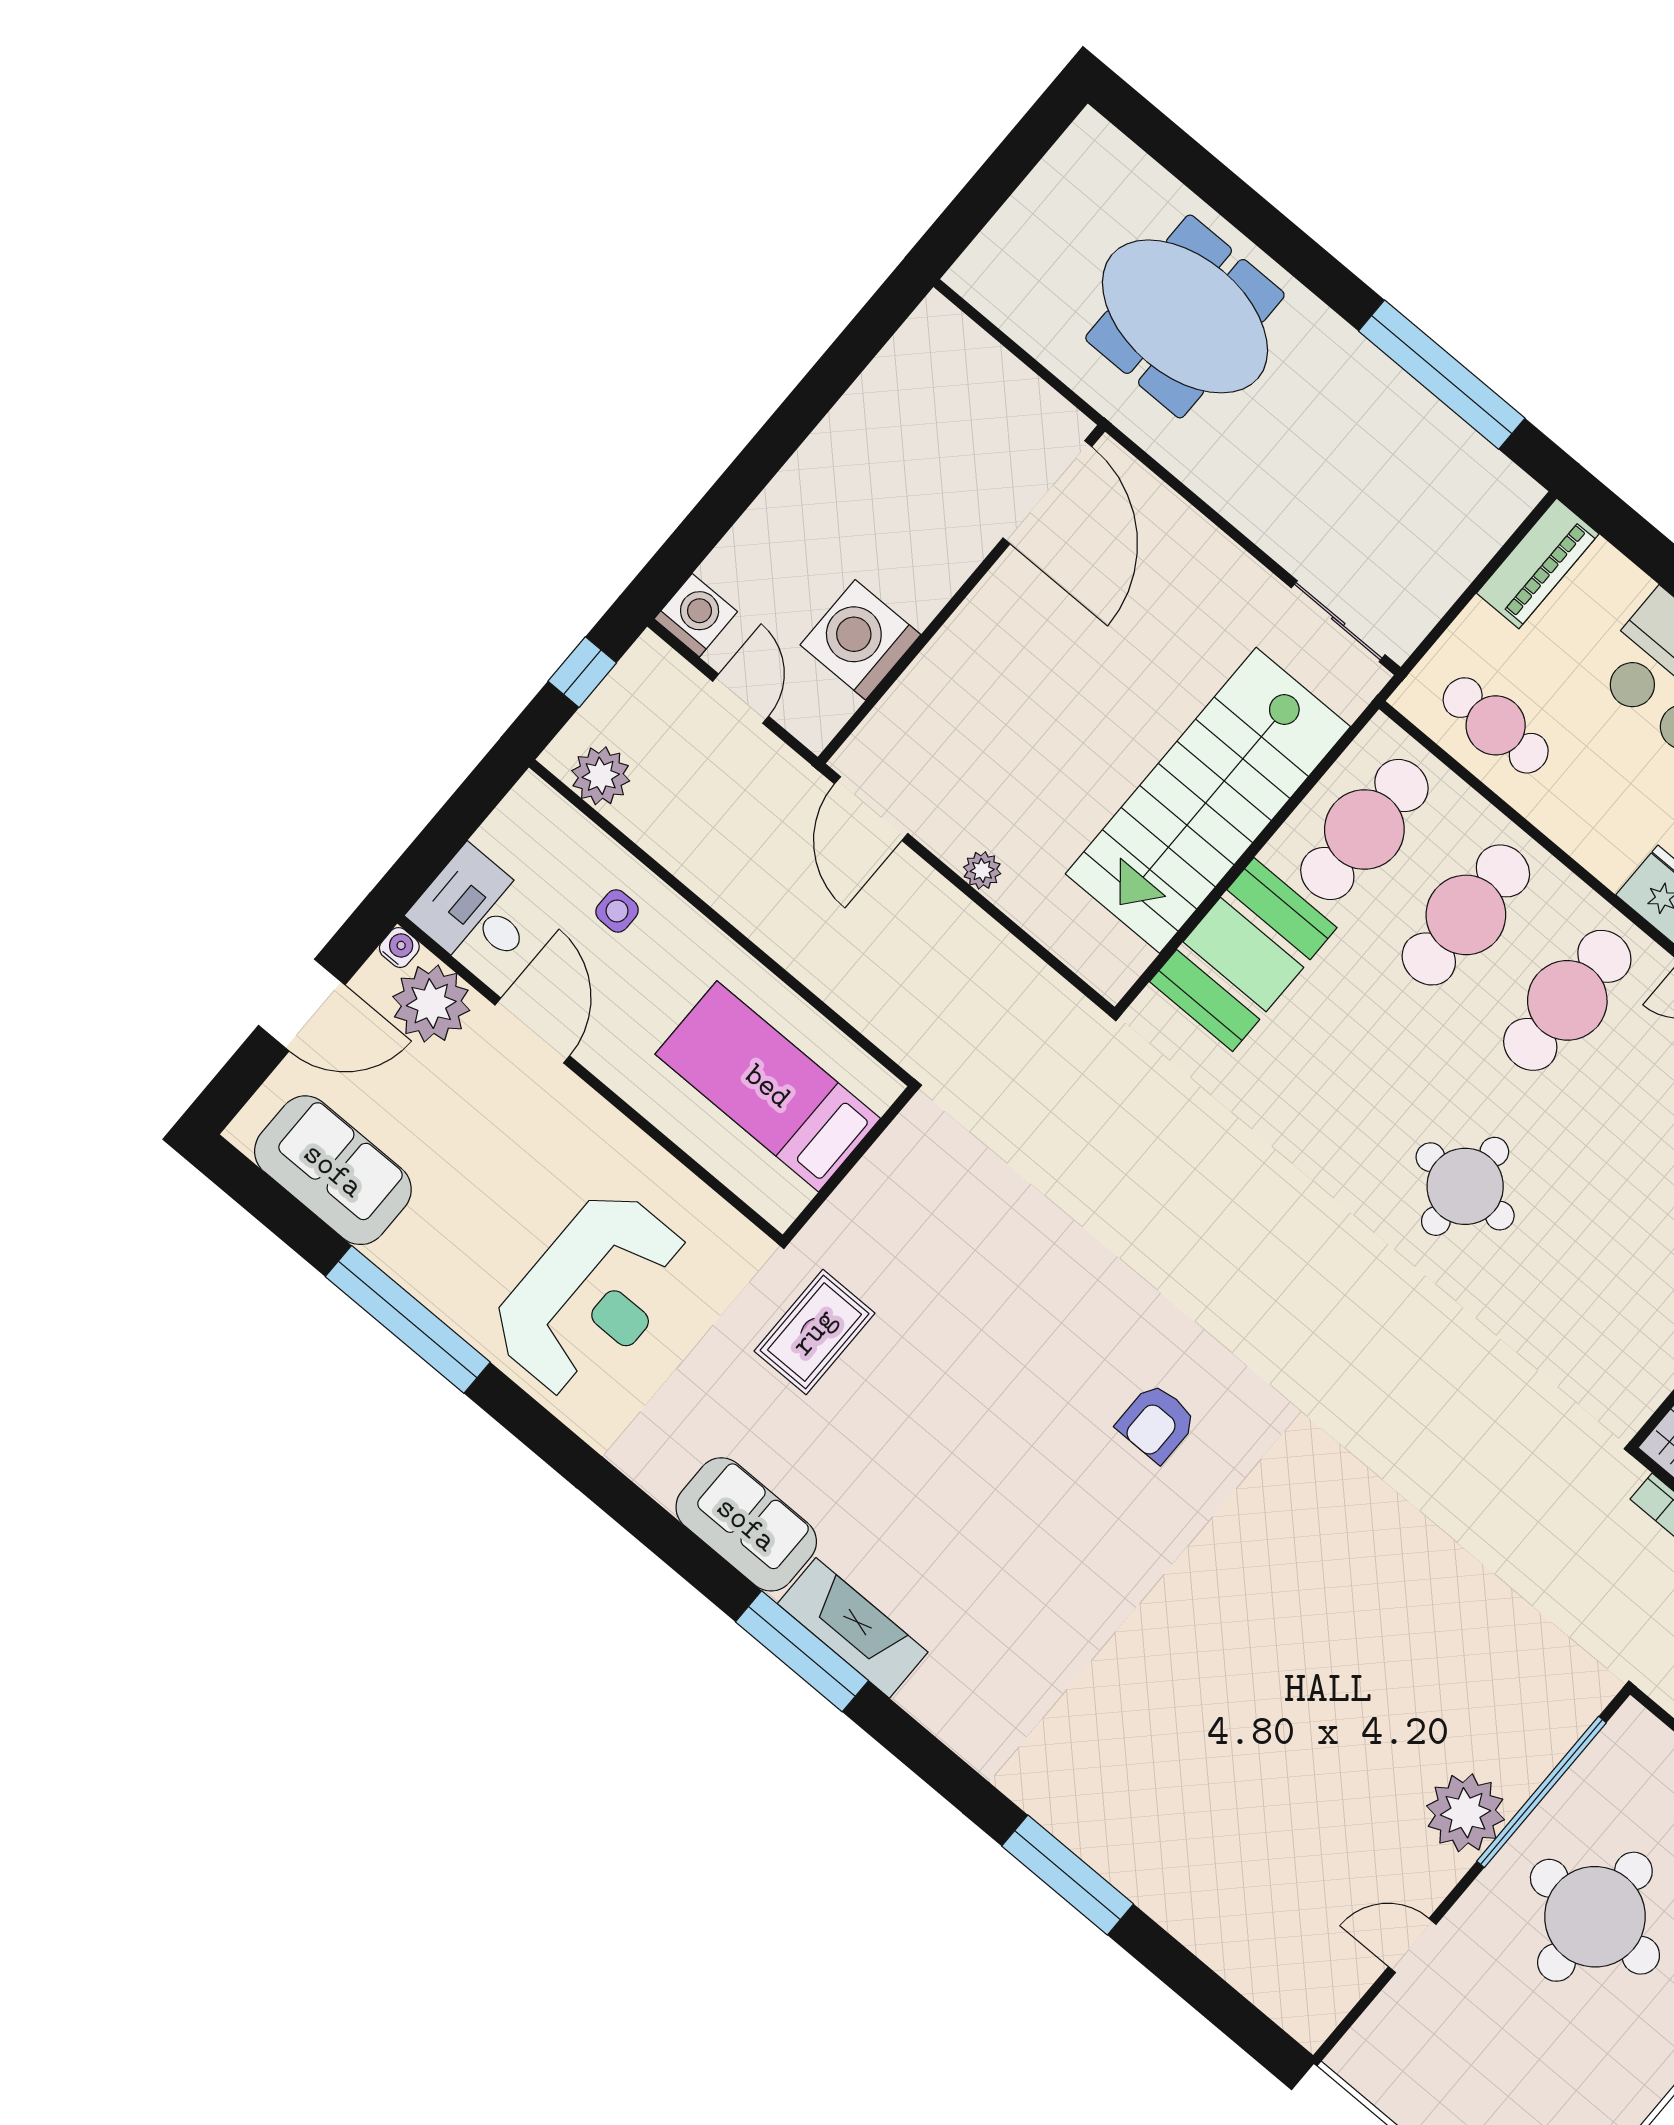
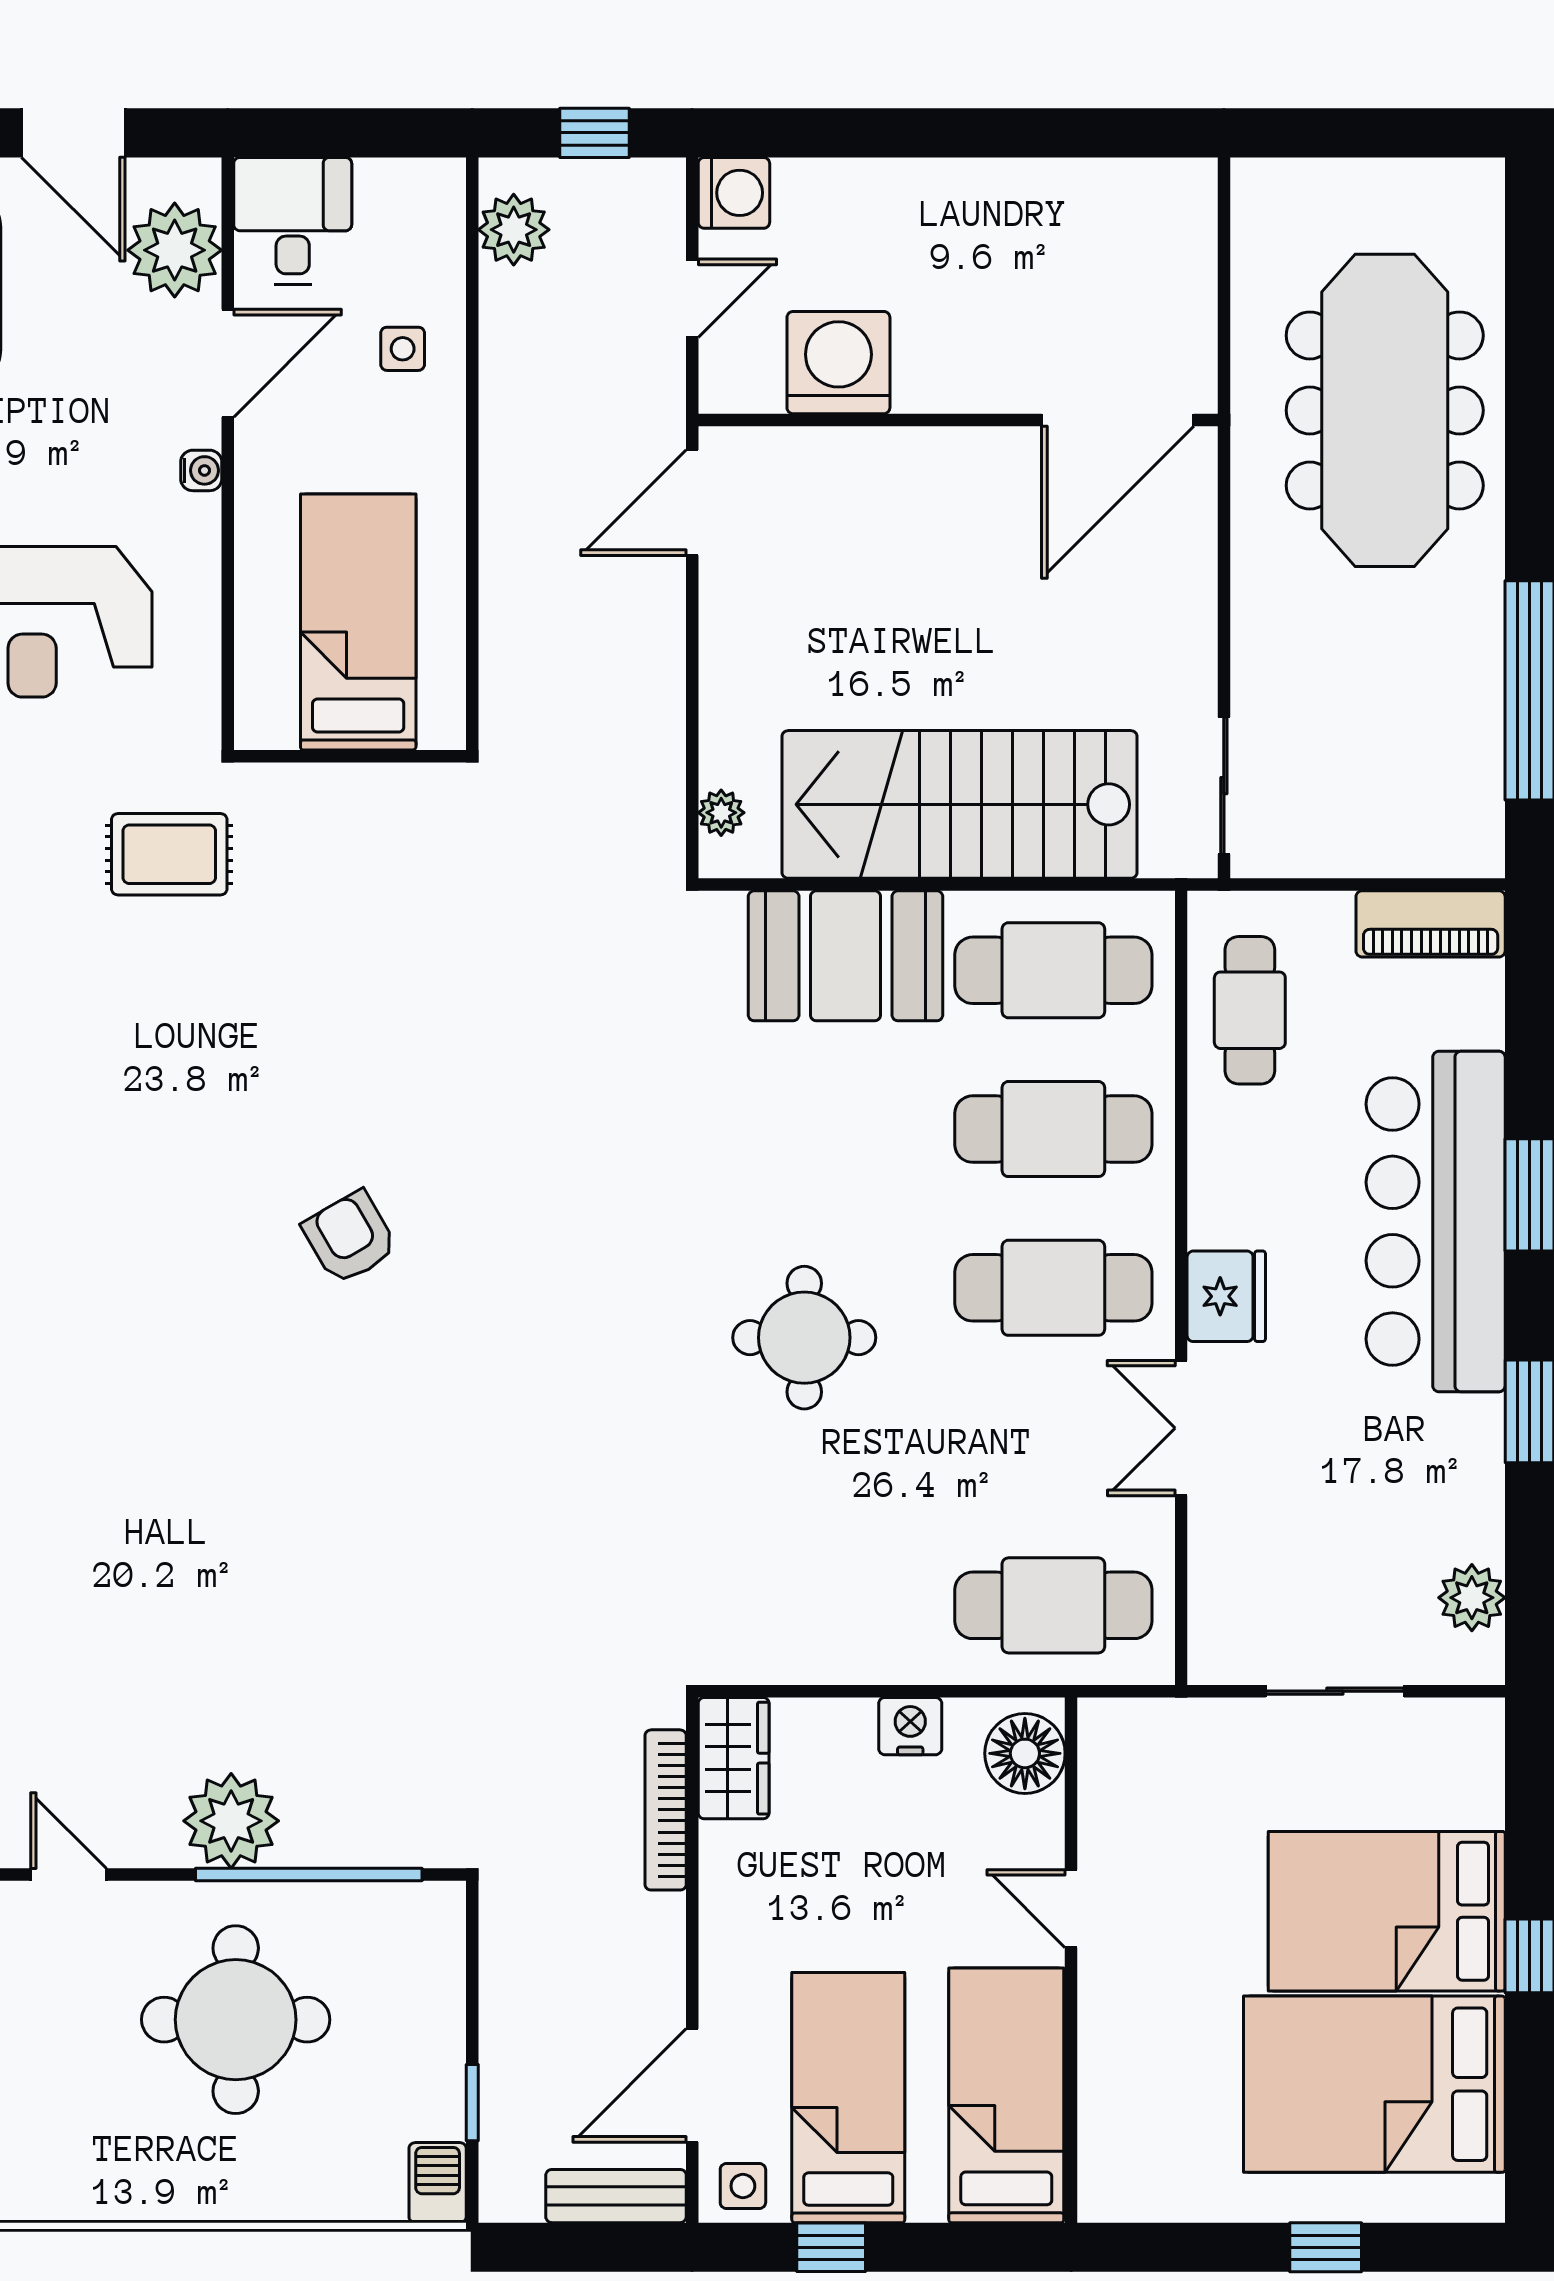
meeting table: (1185, 316) -> (1385, 410), width x1.36
plant: (982, 870) -> (721, 813), moved
water cooler: (399, 948) -> (201, 470), moved
armchair: (1157, 1423) -> (350, 1238), turned 60

